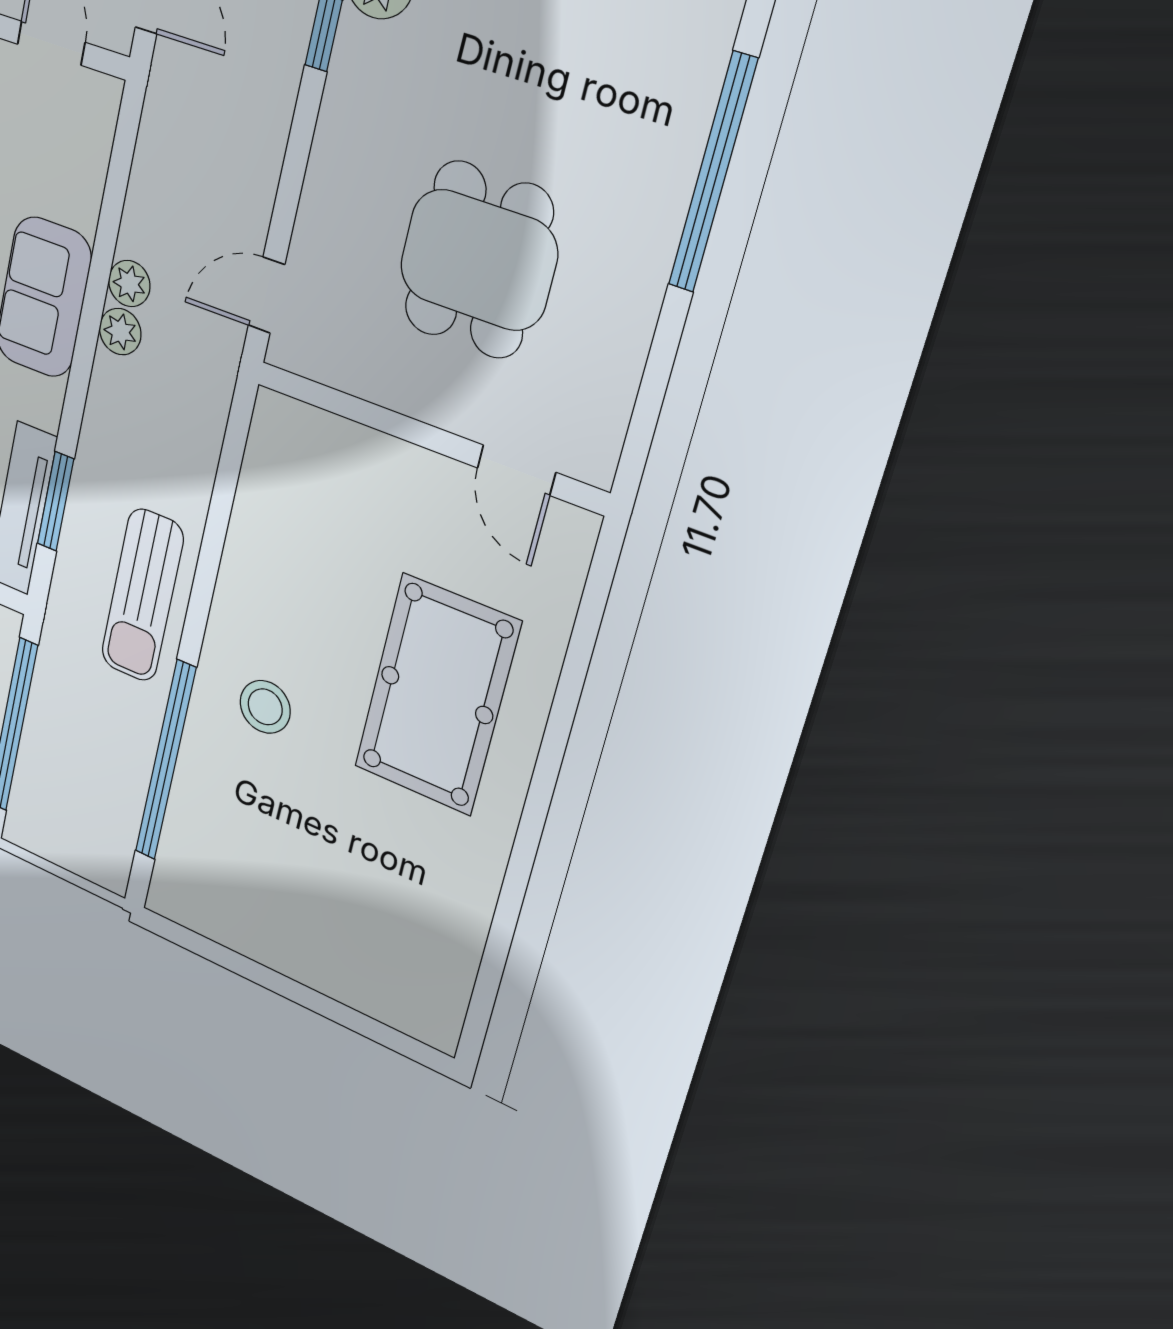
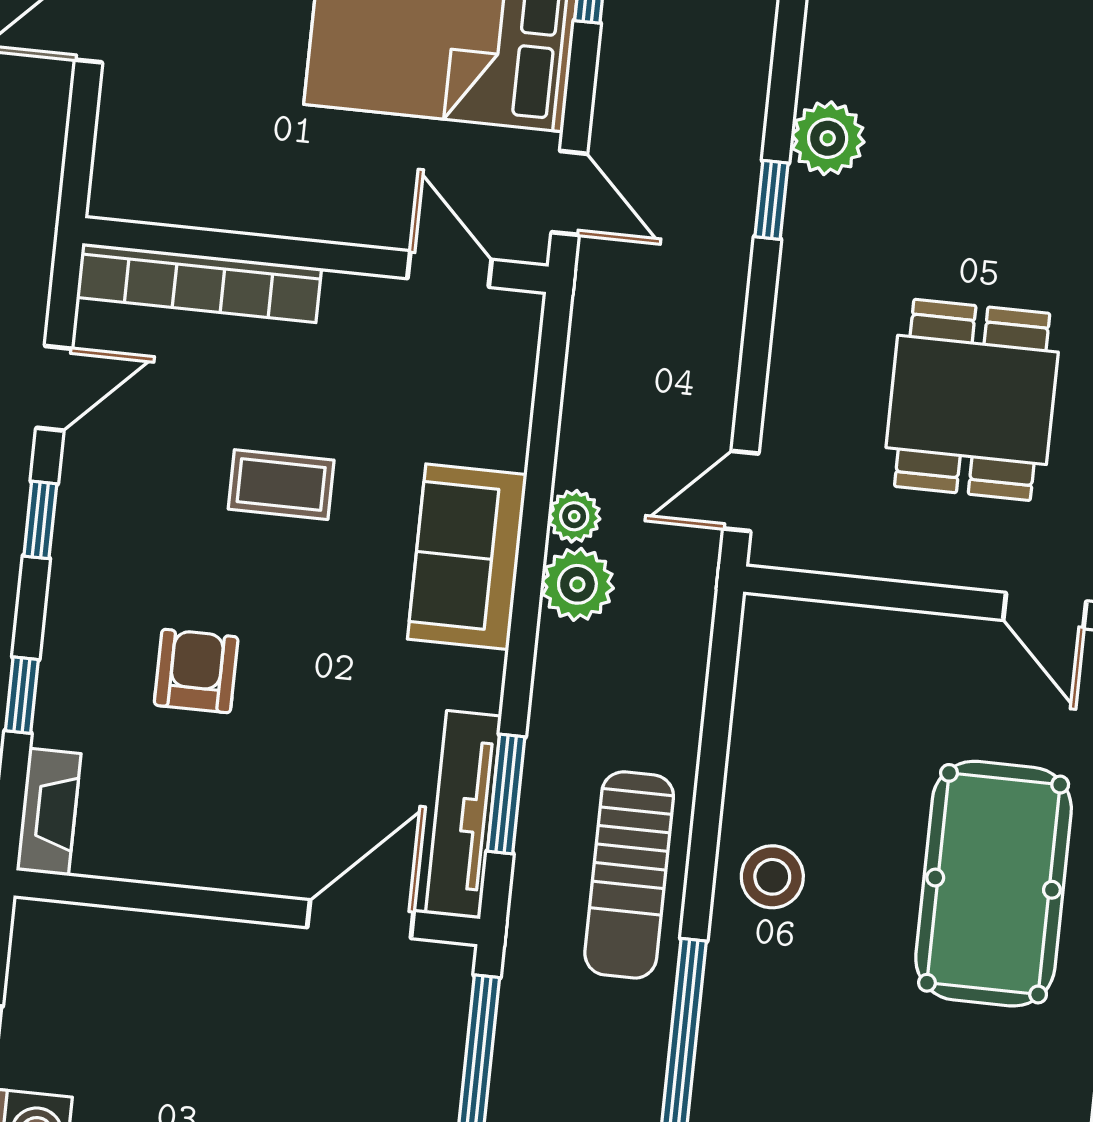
plant: (120, 332) -> (577, 584), width x1.38, depth x1.38
stool: (265, 707) -> (772, 877), moved

